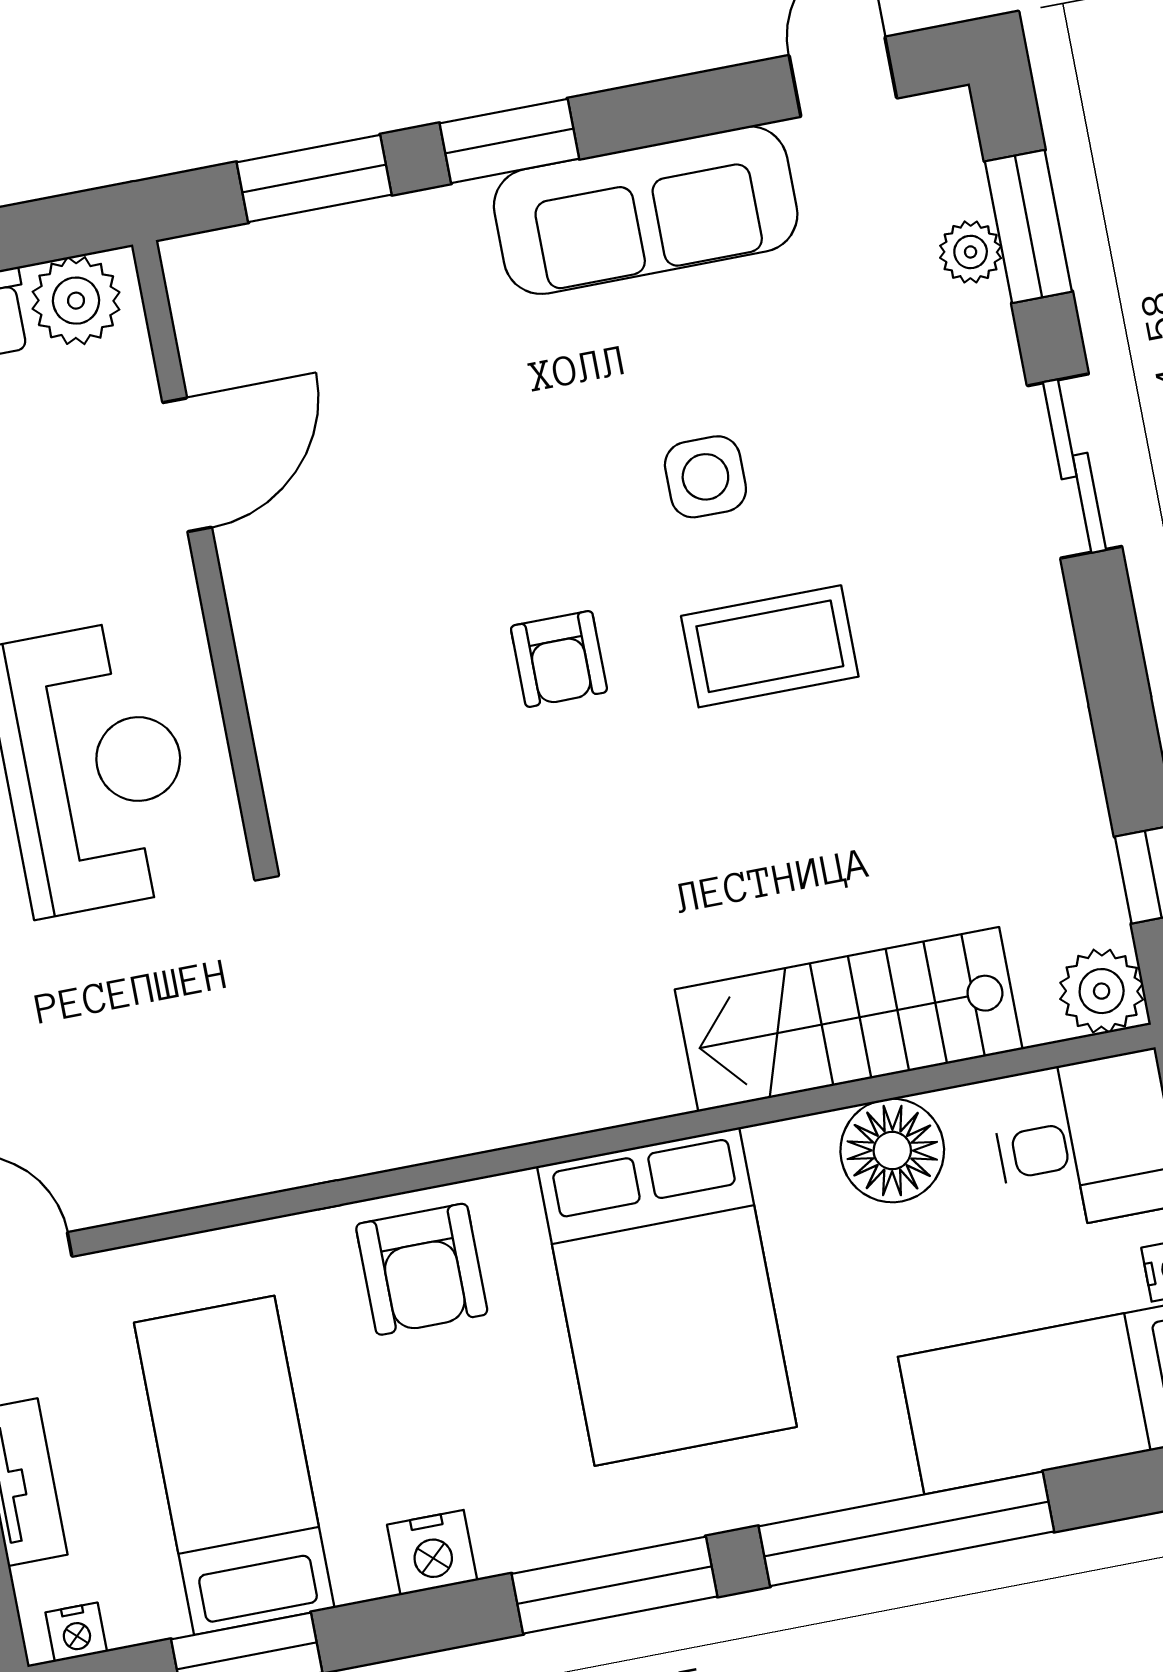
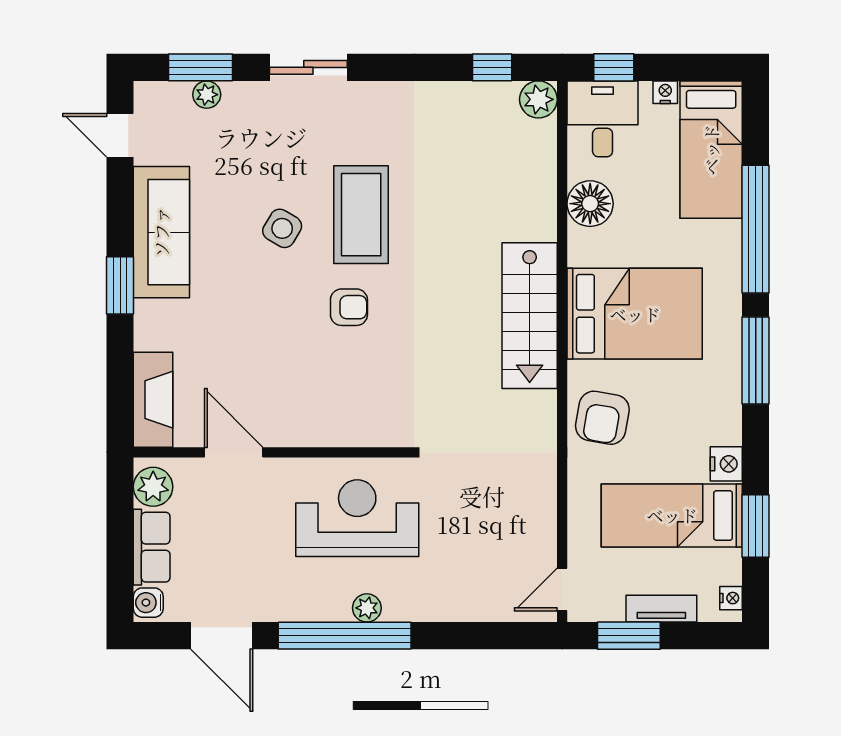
window: (314, 179) -> (120, 373), removed
fireplace: (270, 263) -> (153, 400), added
side table: (705, 477) -> (282, 228), turned 31
coffee table: (770, 646) -> (361, 215), width x1.36, depth x1.32
stairs: (849, 1019) -> (530, 316), moved
armchair: (422, 1269) -> (602, 418), turned 100
nightstand: (432, 1553) -> (726, 464), moved

